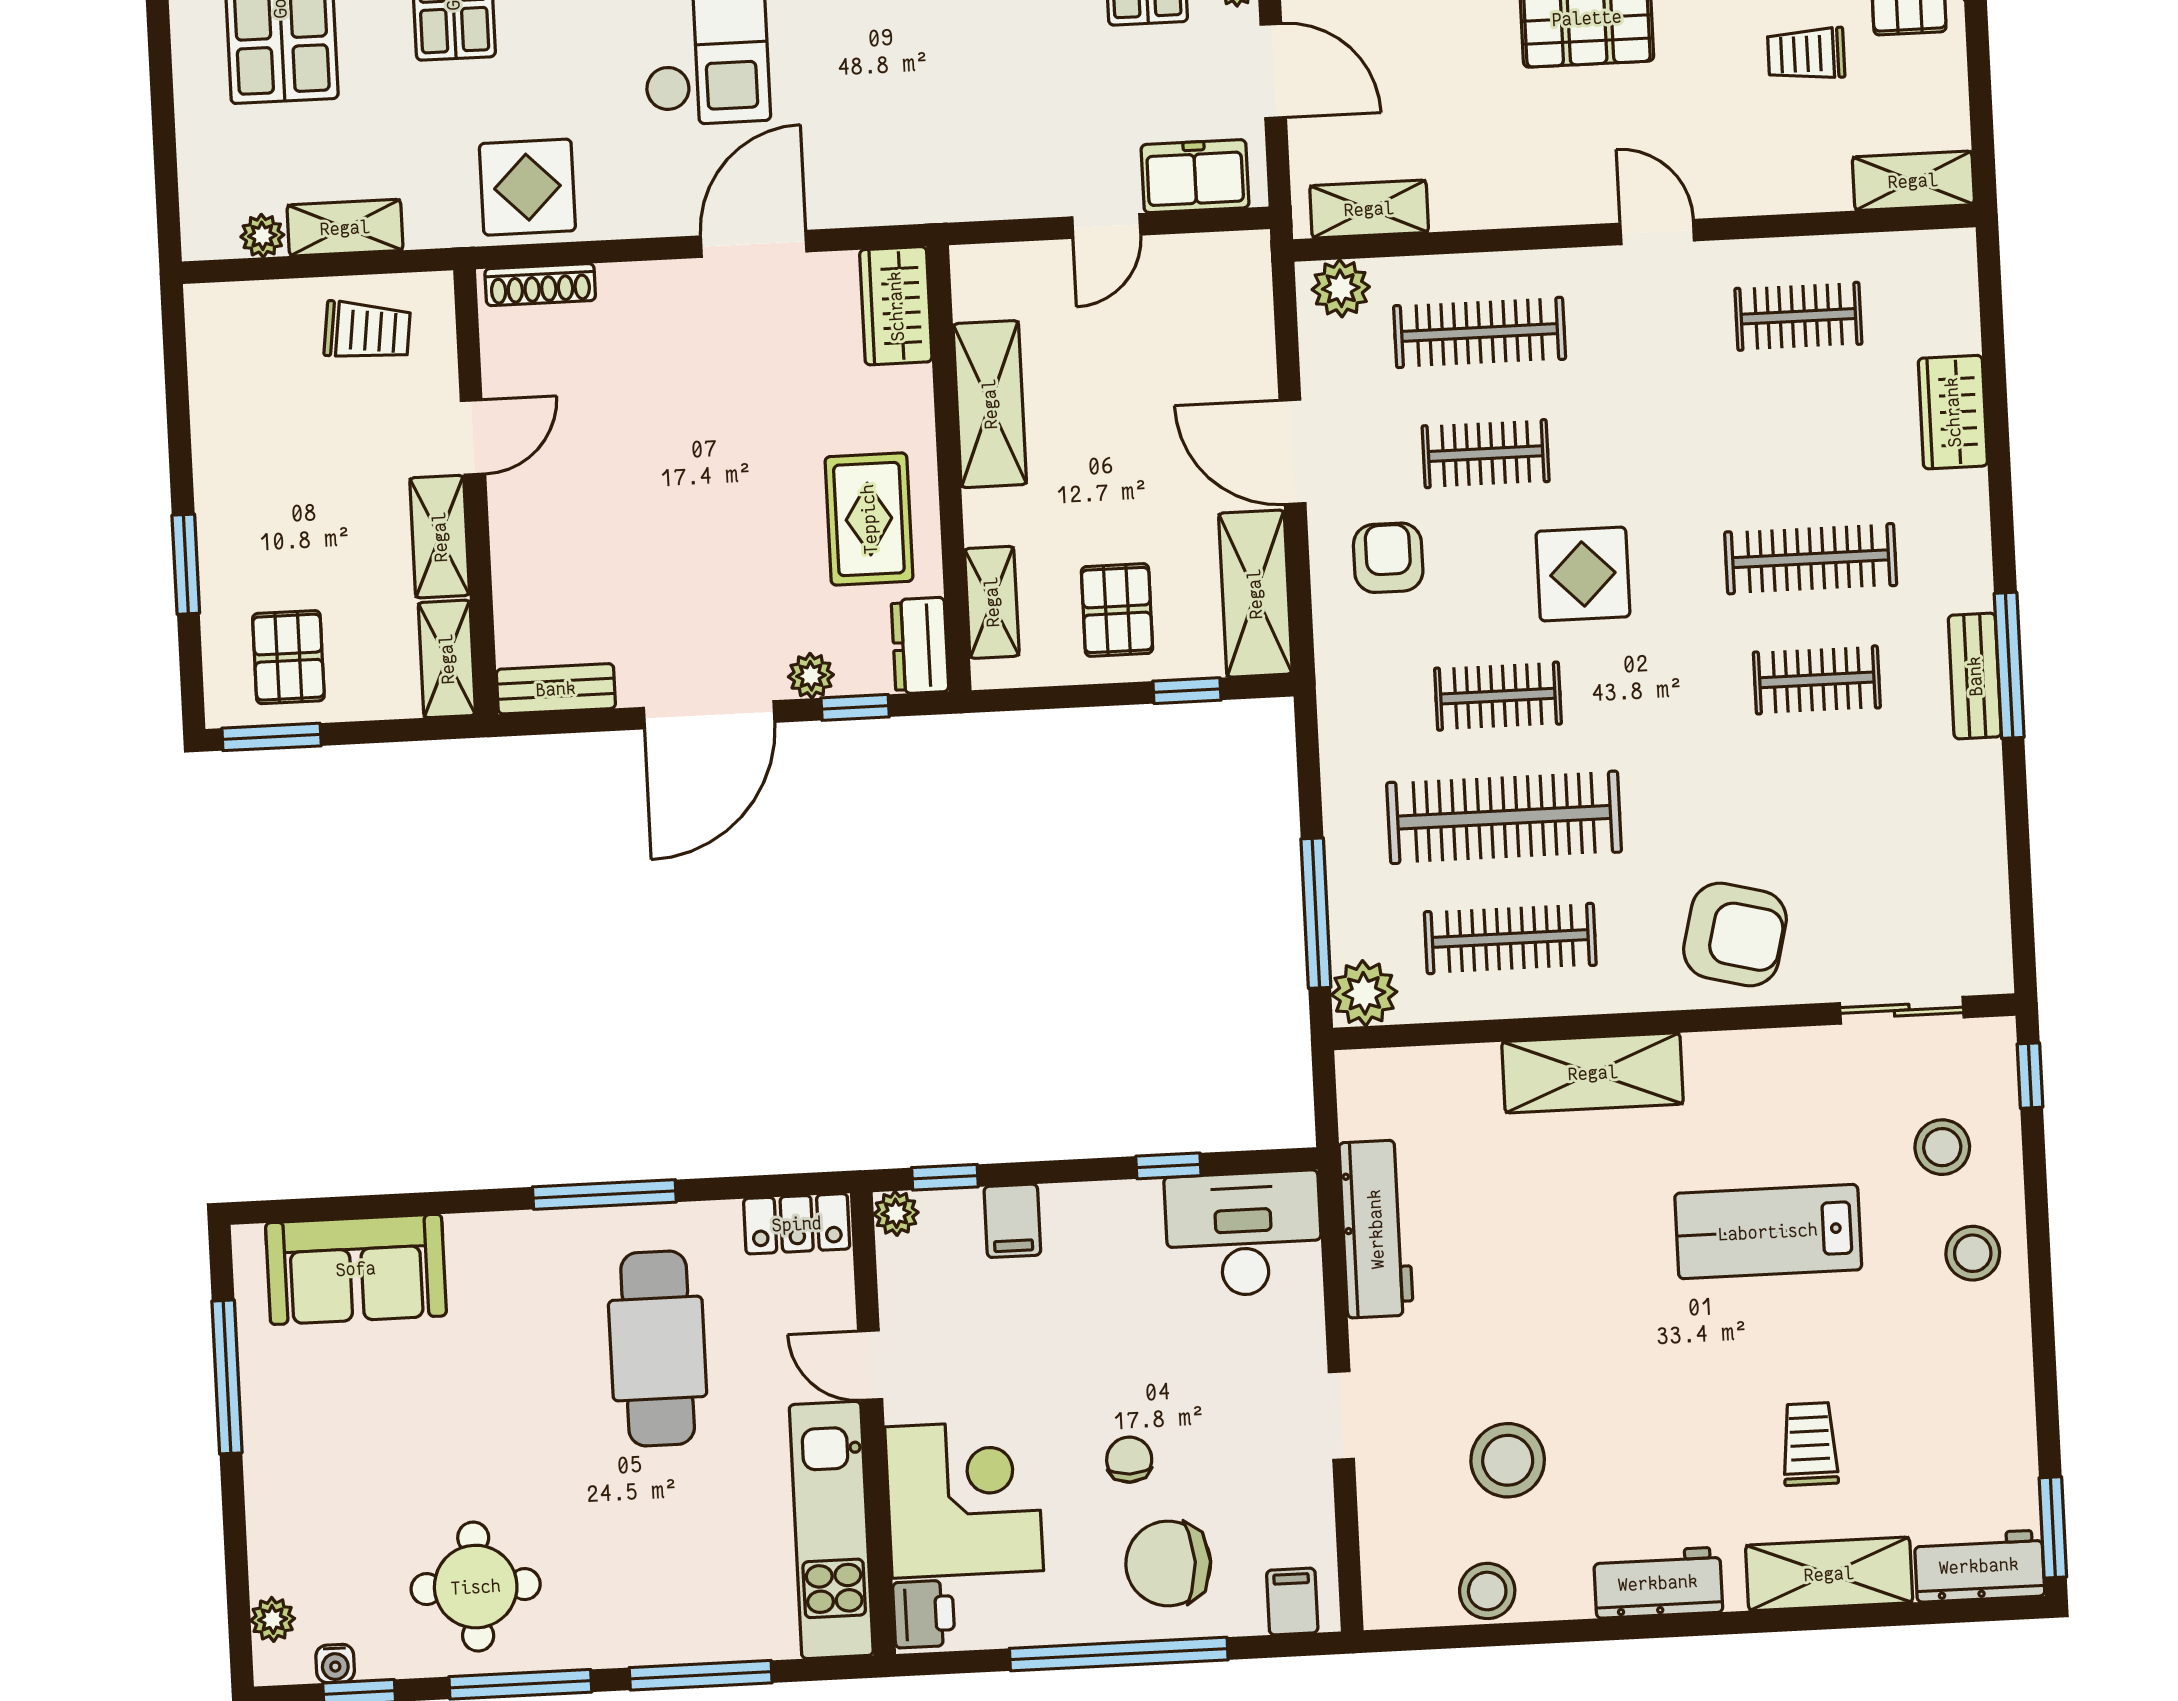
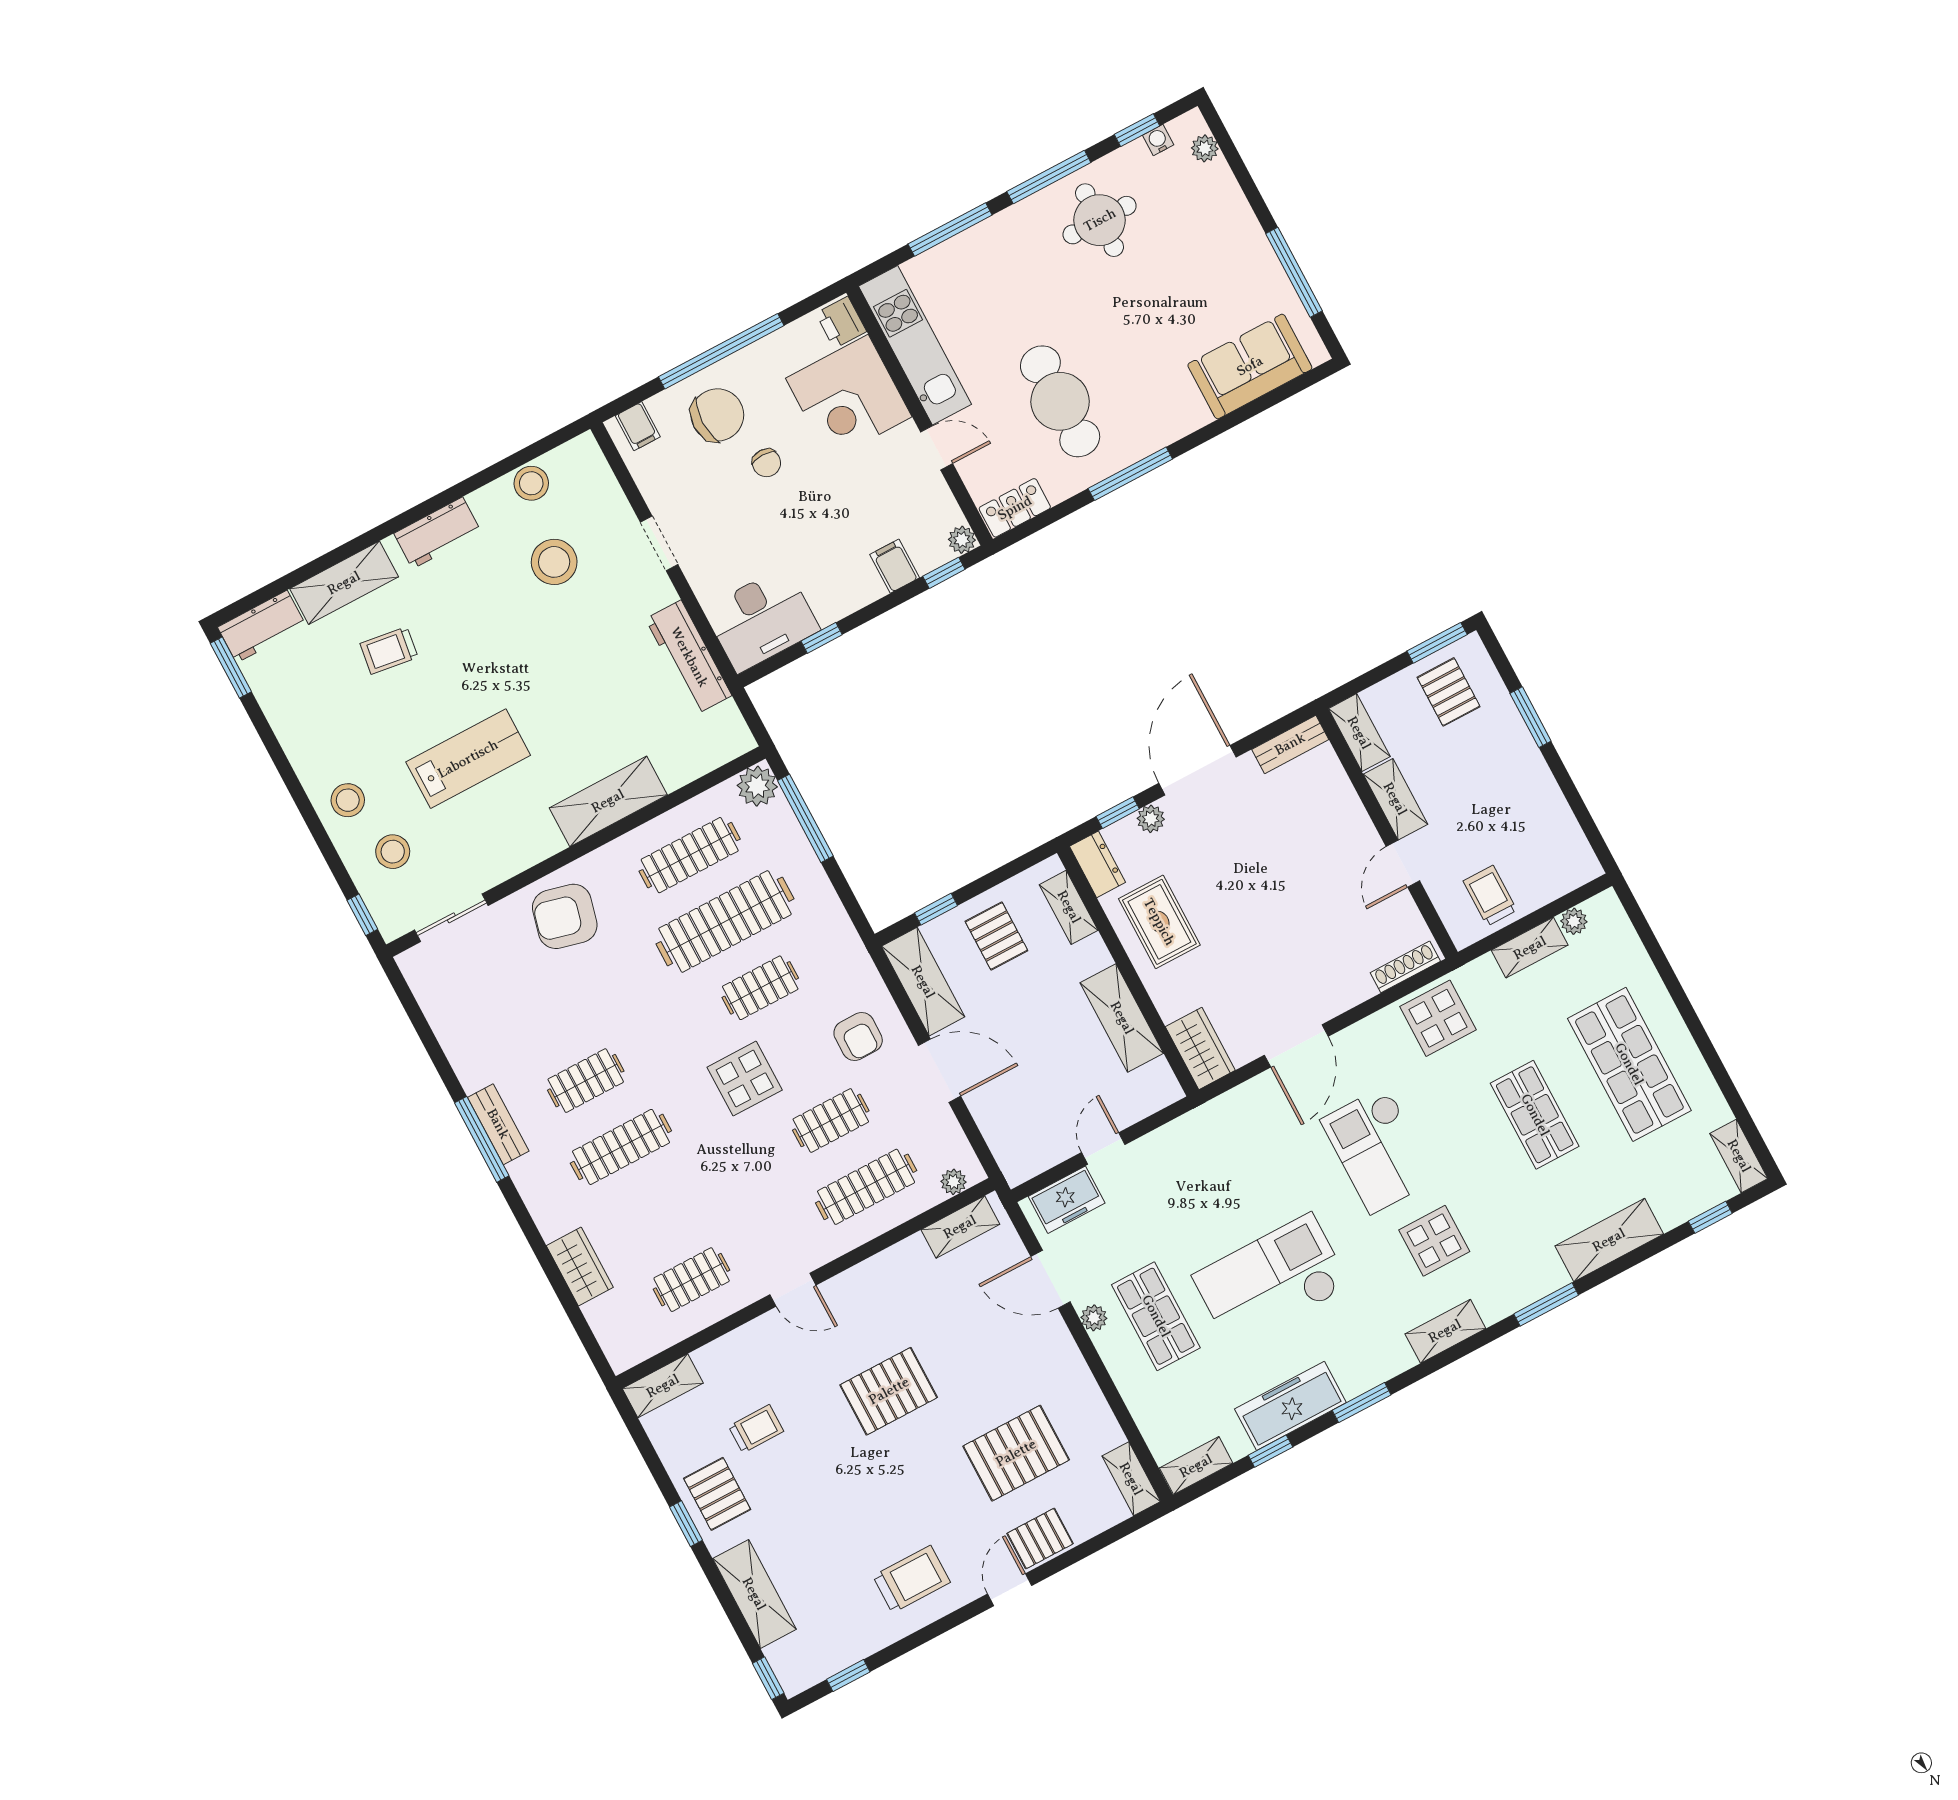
plant: (1341, 288) -> (953, 1182), width x0.73, depth x0.73
trolley: (367, 331) -> (1490, 896), turned 83
trolley: (1810, 1444) -> (389, 650), turned 98

